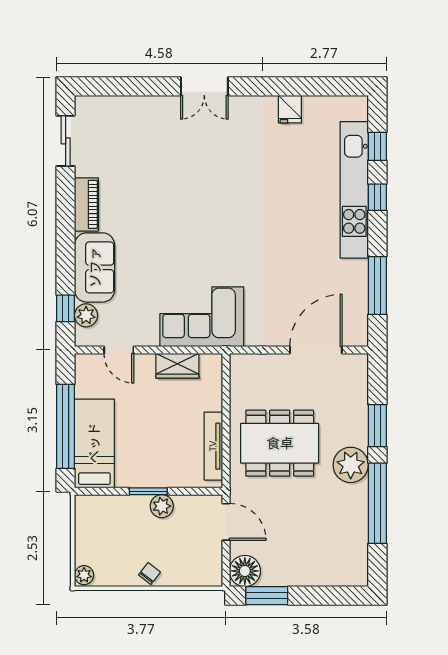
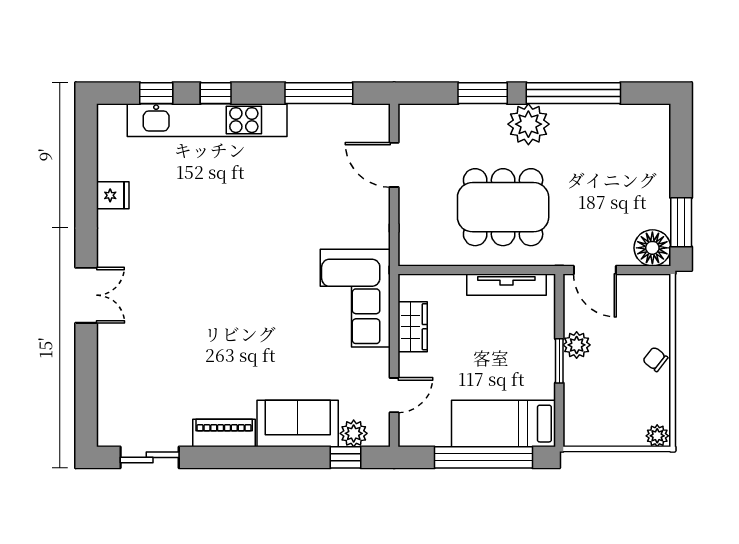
door: (316, 350) -> (394, 165), width x0.73
dining table: (280, 443) -> (503, 207), turned 90
door: (226, 522) -> (595, 270), swing flipped

